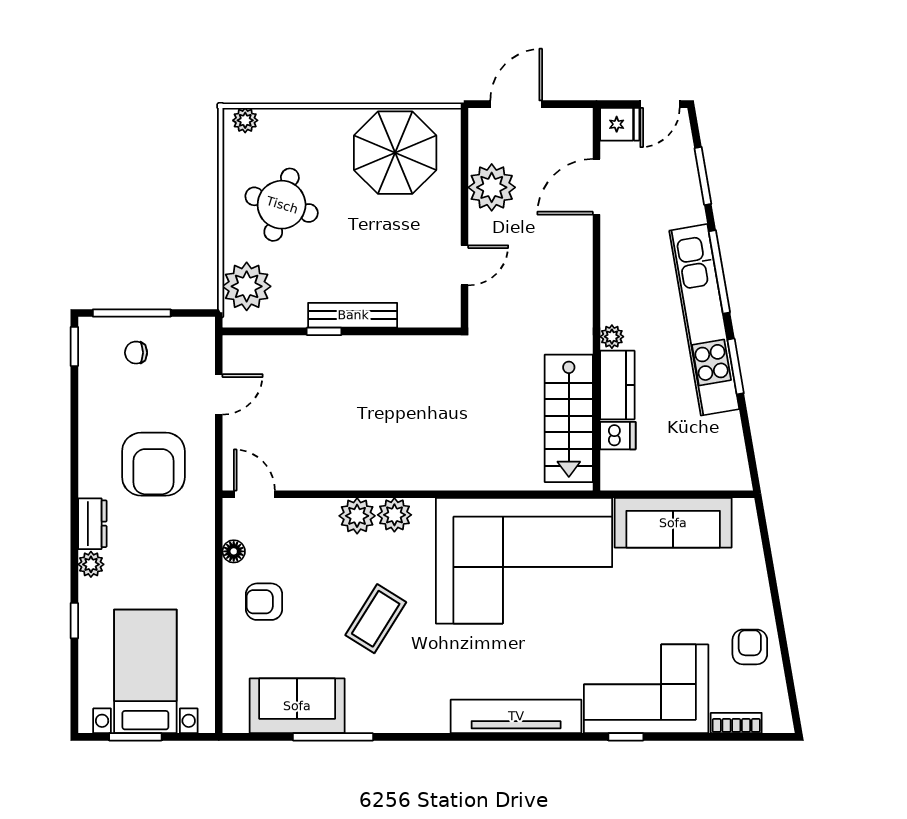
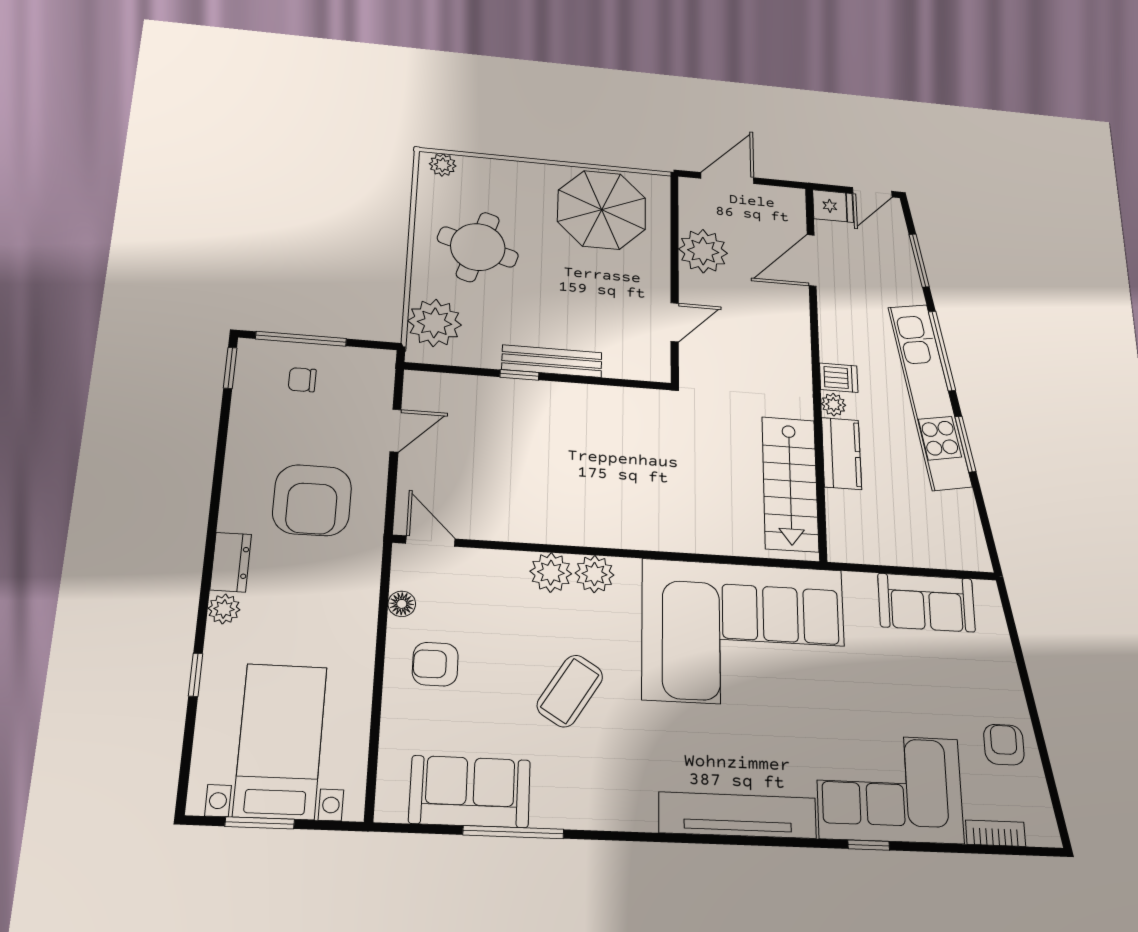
dishwasher: (618, 436) -> (839, 378), moved
sofa: (673, 523) -> (926, 603), width x0.73

